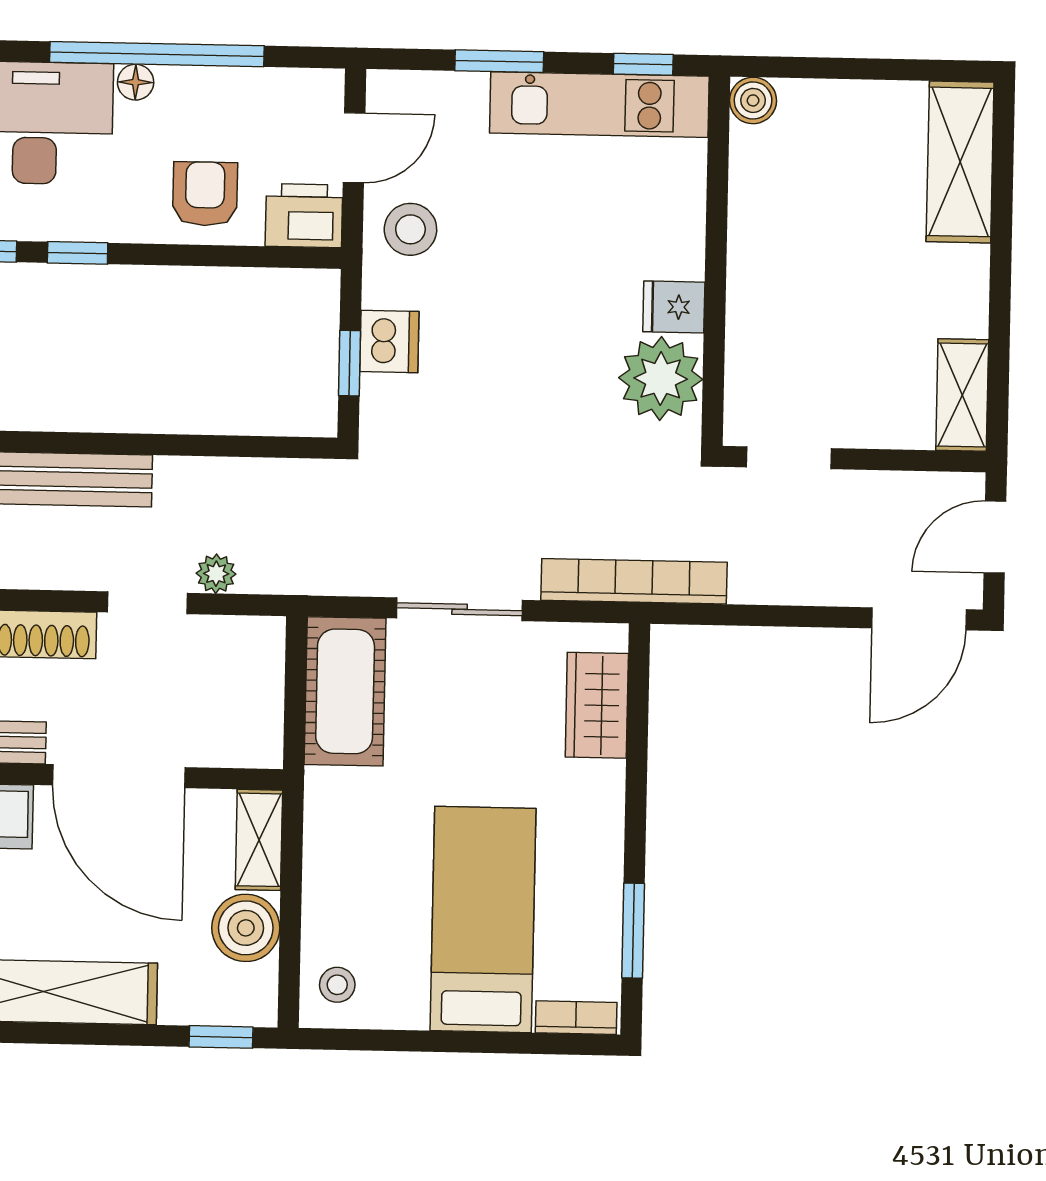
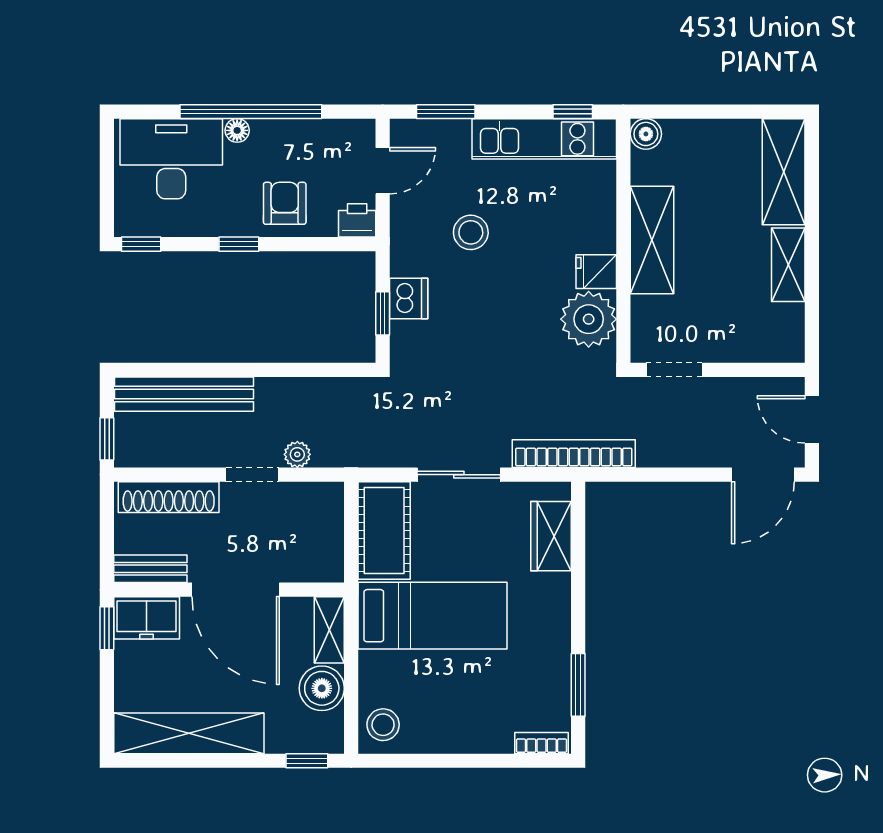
window: (499, 61) -> (446, 112), moved
printer: (304, 216) -> (357, 220), width x0.73, depth x0.81
stool: (410, 229) -> (471, 232), moved
window: (78, 253) -> (239, 244), moved
shelving: (759, 261) -> (652, 240), added
shelving: (962, 395) -> (788, 265), moved
door: (995, 537) -> (812, 419), hinge flipped
bed: (483, 919) -> (432, 616), moved, turned 90
stool: (337, 985) -> (383, 725), width x1.37, depth x1.37

